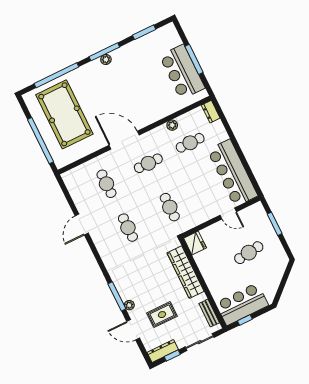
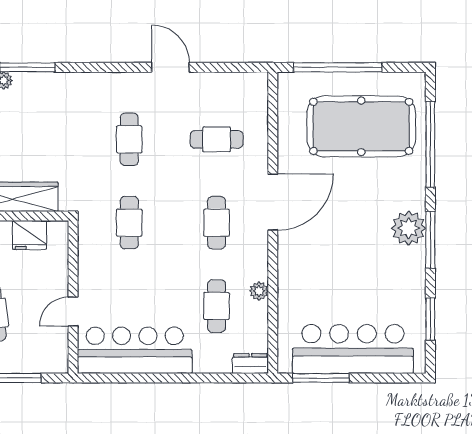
window: (194, 59) -> (321, 378), moved
plant: (106, 60) -> (409, 228), width x1.88, depth x1.88
bar counter: (182, 72) -> (353, 349), width x1.36
cafe table: (170, 207) -> (129, 223), turned 90
cafe table: (128, 228) -> (129, 139), turned 90
fridge: (195, 243) -> (30, 235), moved

